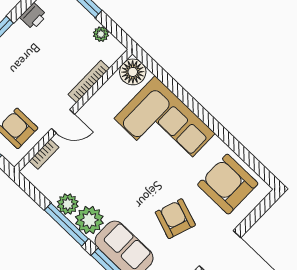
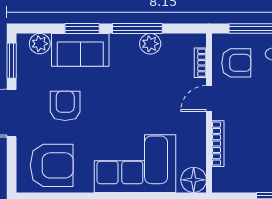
plant: (101, 34) -> (241, 185), removed
armchair: (175, 219) -> (65, 106), turned -109
plant: (89, 220) -> (124, 47), removed

